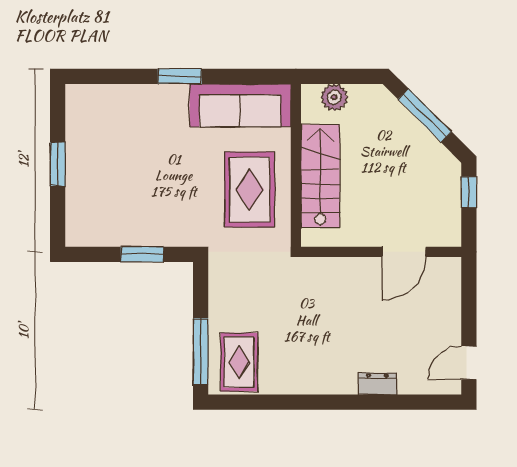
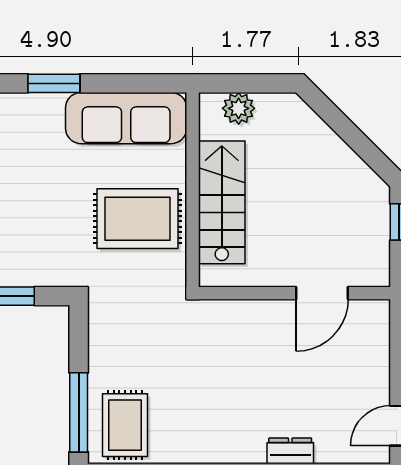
window: (425, 115) -> (347, 130), removed
rug: (250, 189) -> (137, 219), turned 90

